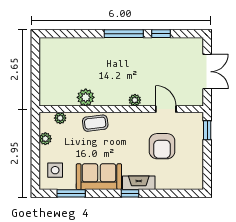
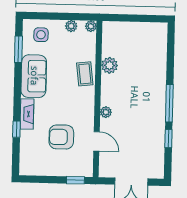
door: (166, 109) -> (97, 141), hinge flipped
plant: (60, 118) -> (91, 26), moved
window: (130, 193) -> (16, 129), moved

